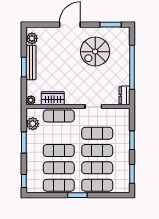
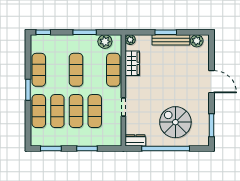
spiral stairs: (95, 52) -> (175, 122), moved
exercise mat: (59, 168) -> (57, 70), removed

